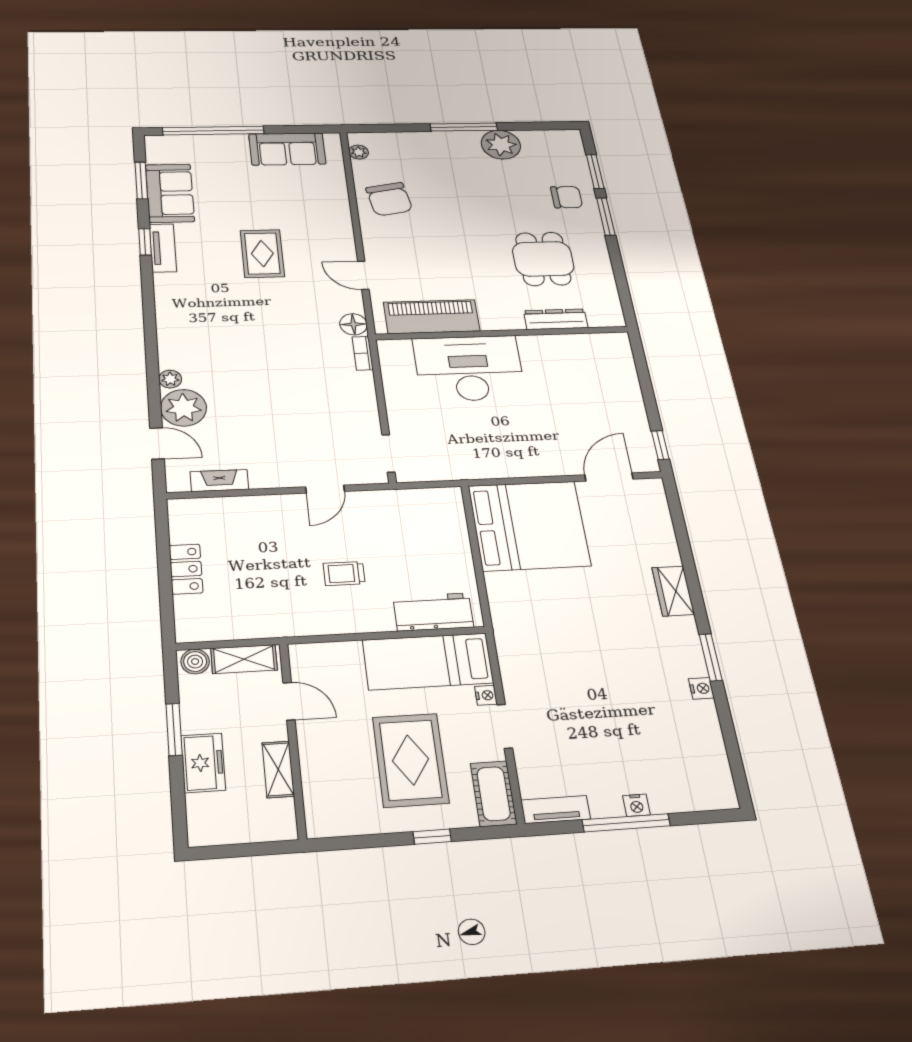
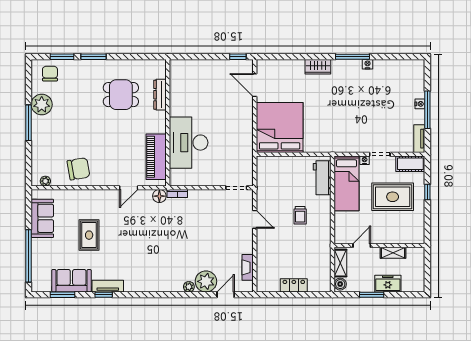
chair: (567, 197) -> (50, 74), moved
rug: (262, 253) -> (89, 235), moved, turned 90
window: (711, 657) -> (353, 57), width x1.44

